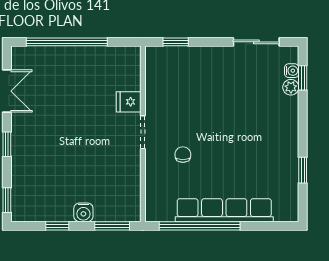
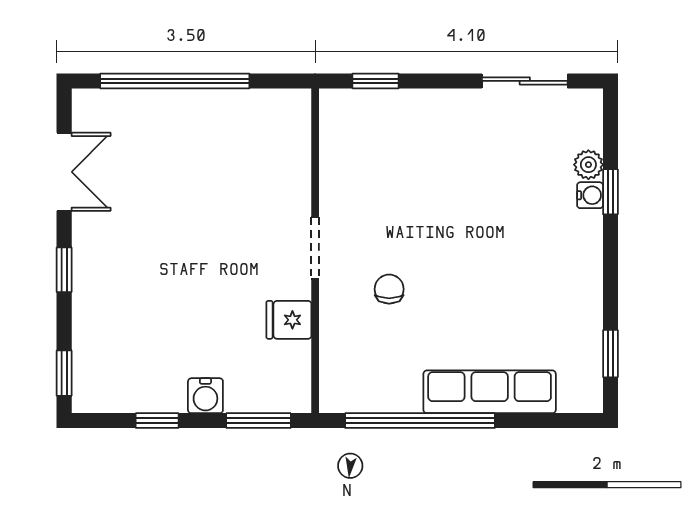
water cooler: (292, 71) -> (590, 195), moved
window: (303, 78) -> (610, 192), moved
fridge: (129, 102) -> (289, 320), moved
window: (303, 170) -> (610, 354), moved
row of seats: (224, 210) -> (490, 392), width x0.73

